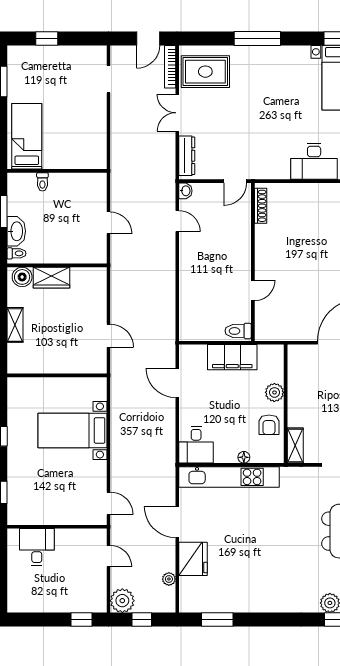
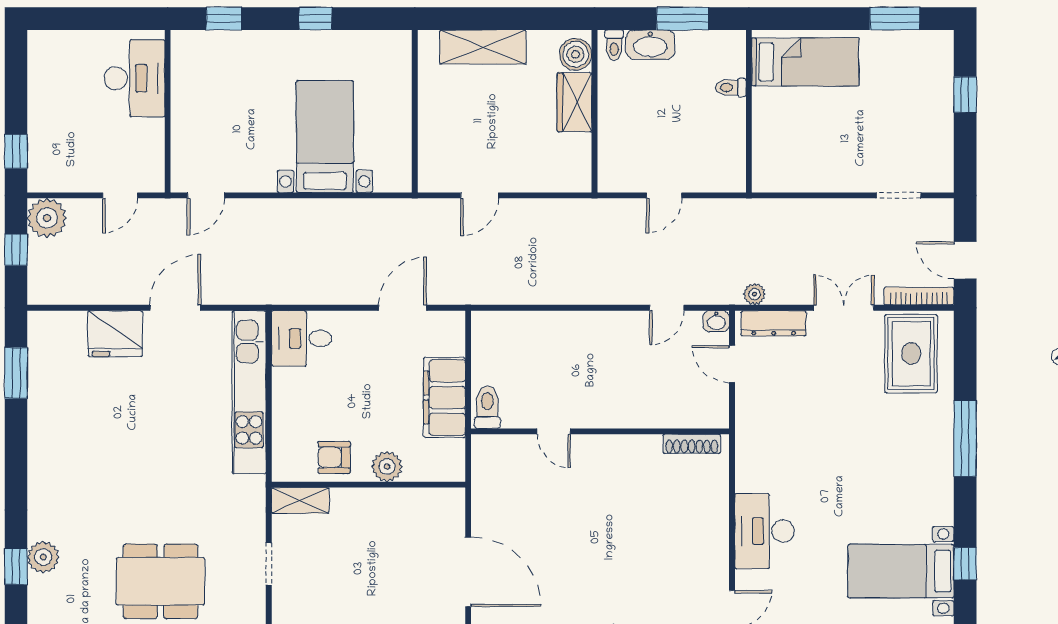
door: (235, 181) -> (732, 364), moved
shelving: (15, 325) -> (483, 47), width x1.50, depth x1.33
floor lamp: (244, 457) -> (281, 416), removed
desk: (37, 547) -> (134, 78), width x1.37
plant: (169, 579) -> (754, 294), moved

